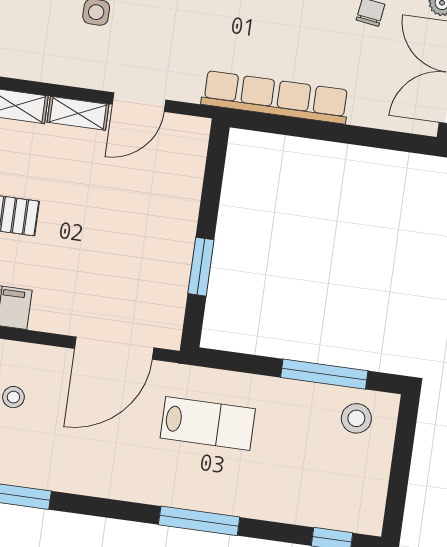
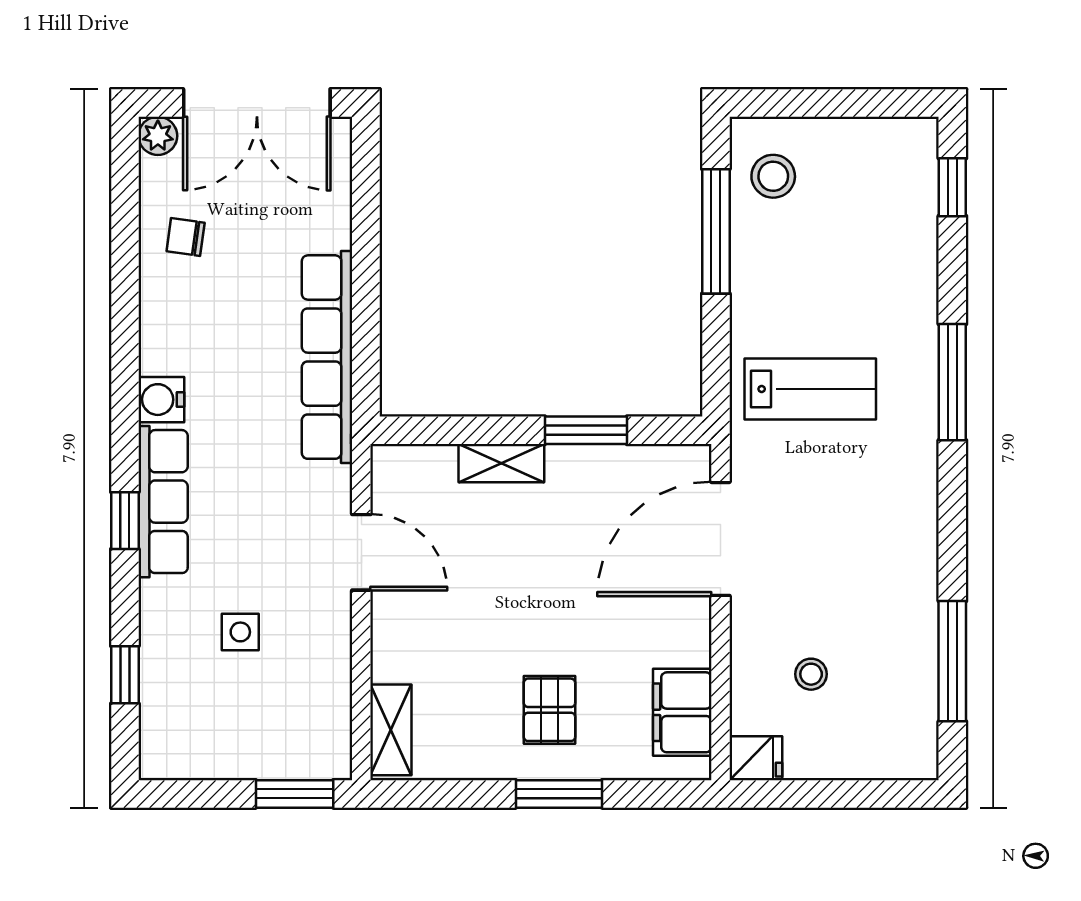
shelving: (78, 113) -> (501, 463), moved, turned 90
door: (114, 348) -> (720, 539), swing flipped
lab bench: (208, 423) -> (810, 389), turned 90

